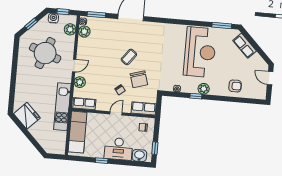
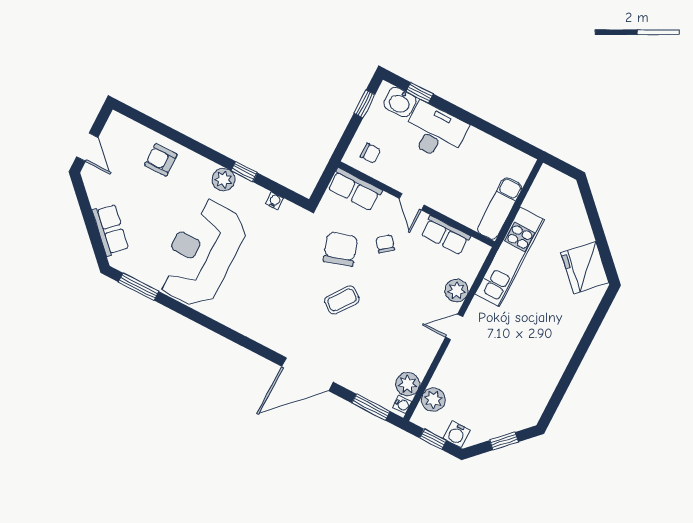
round table: (45, 53) -> (500, 374), removed
row of seats: (84, 104) -> (445, 235), moved
door: (116, 113) -> (412, 202), hinge flipped
exam couch: (78, 132) -> (500, 209), width x0.73, depth x0.69
window: (102, 161) -> (420, 93), moved

